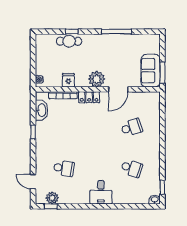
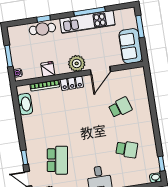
kitchen unit: (113, 41) -> (87, 22), added
window: (33, 62) -> (9, 56), added
window: (162, 73) -> (140, 26), moved
window: (33, 132) -> (25, 157), moved
school desk: (64, 168) -> (57, 160), width x1.85

